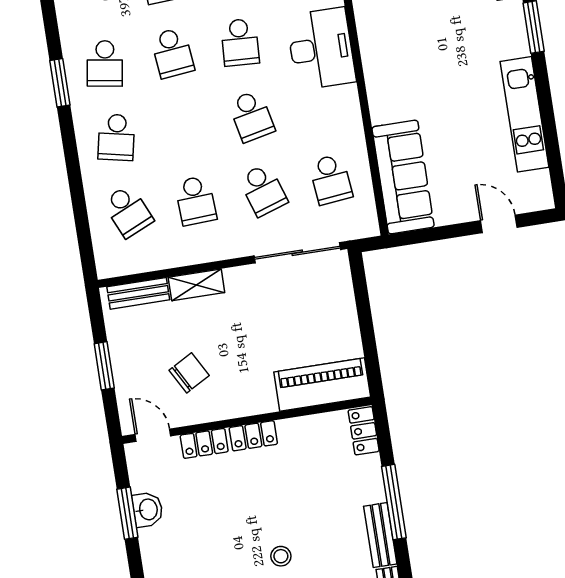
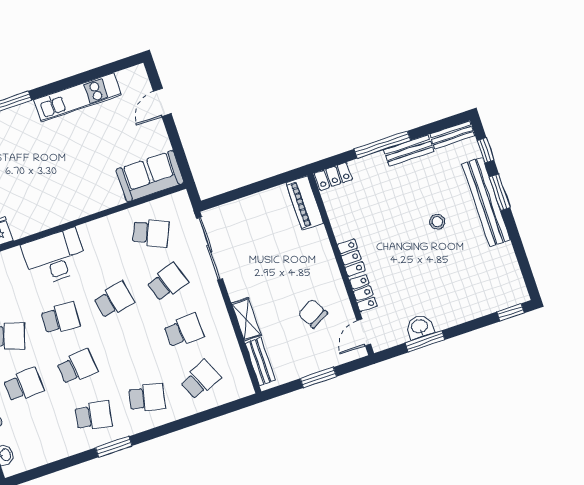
sofa: (403, 177) -> (150, 176), width x0.73
school desk: (331, 179) -> (151, 233), turned 30
piano: (322, 384) -> (305, 203), width x0.73, depth x0.75

